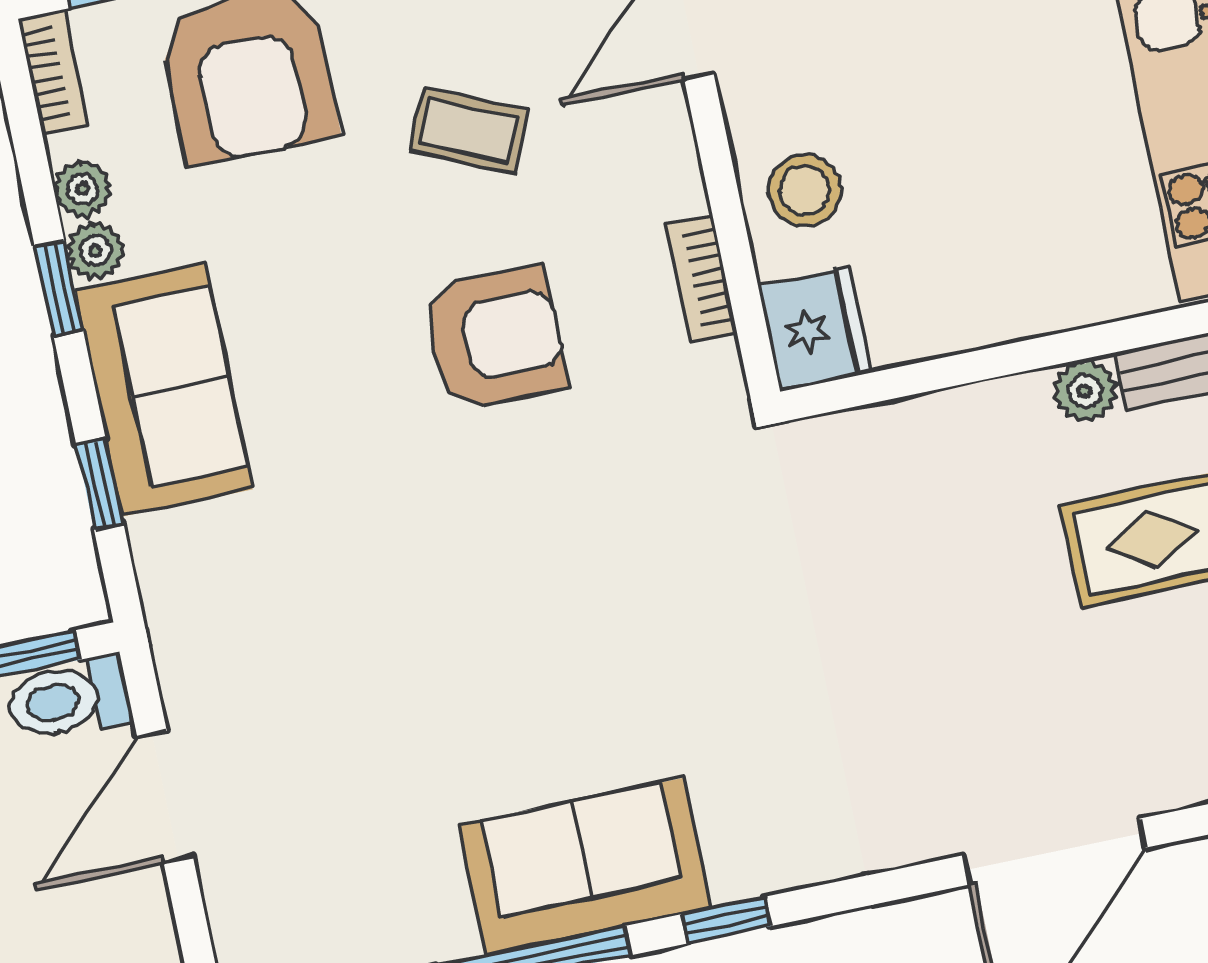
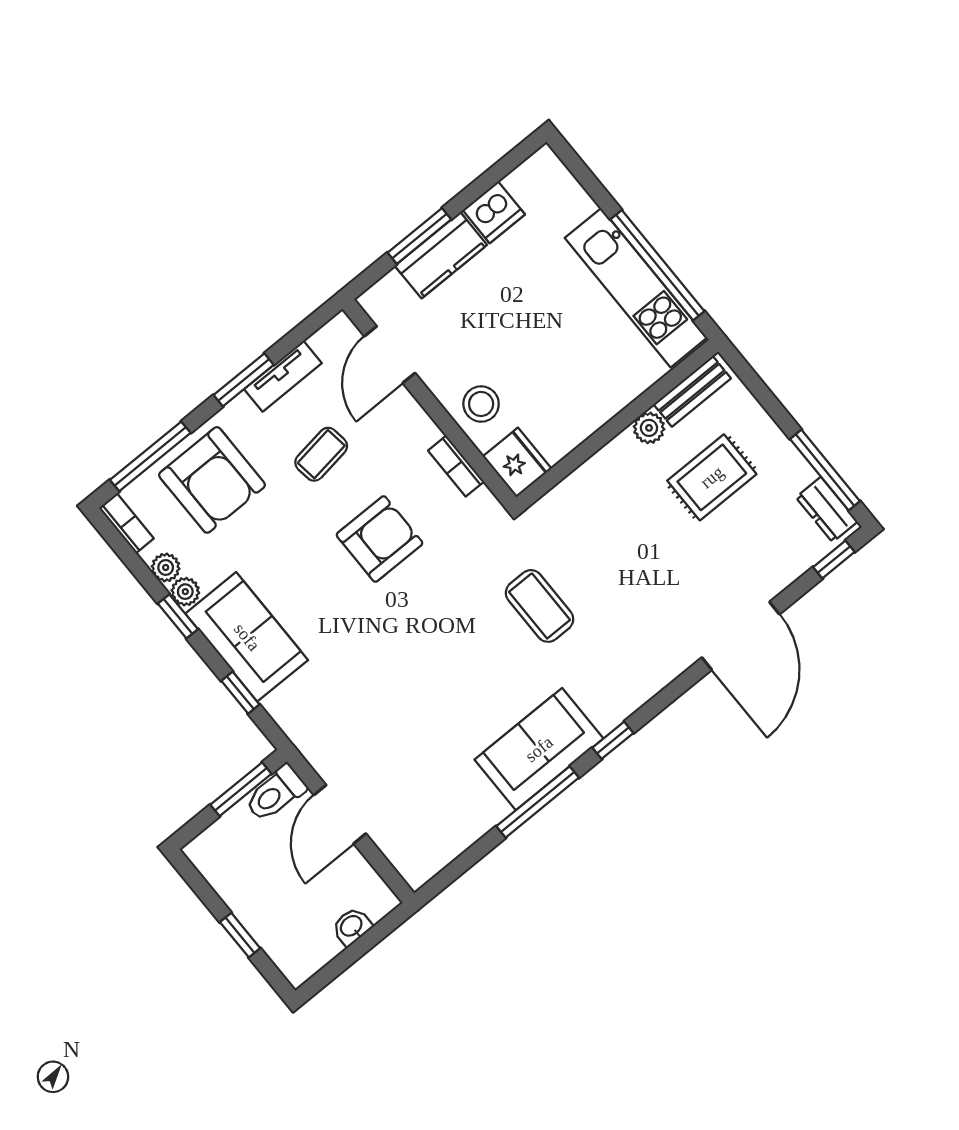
coffee table: (469, 131) -> (321, 454), turned -32
coffee table: (720, 609) -> (540, 606), added

